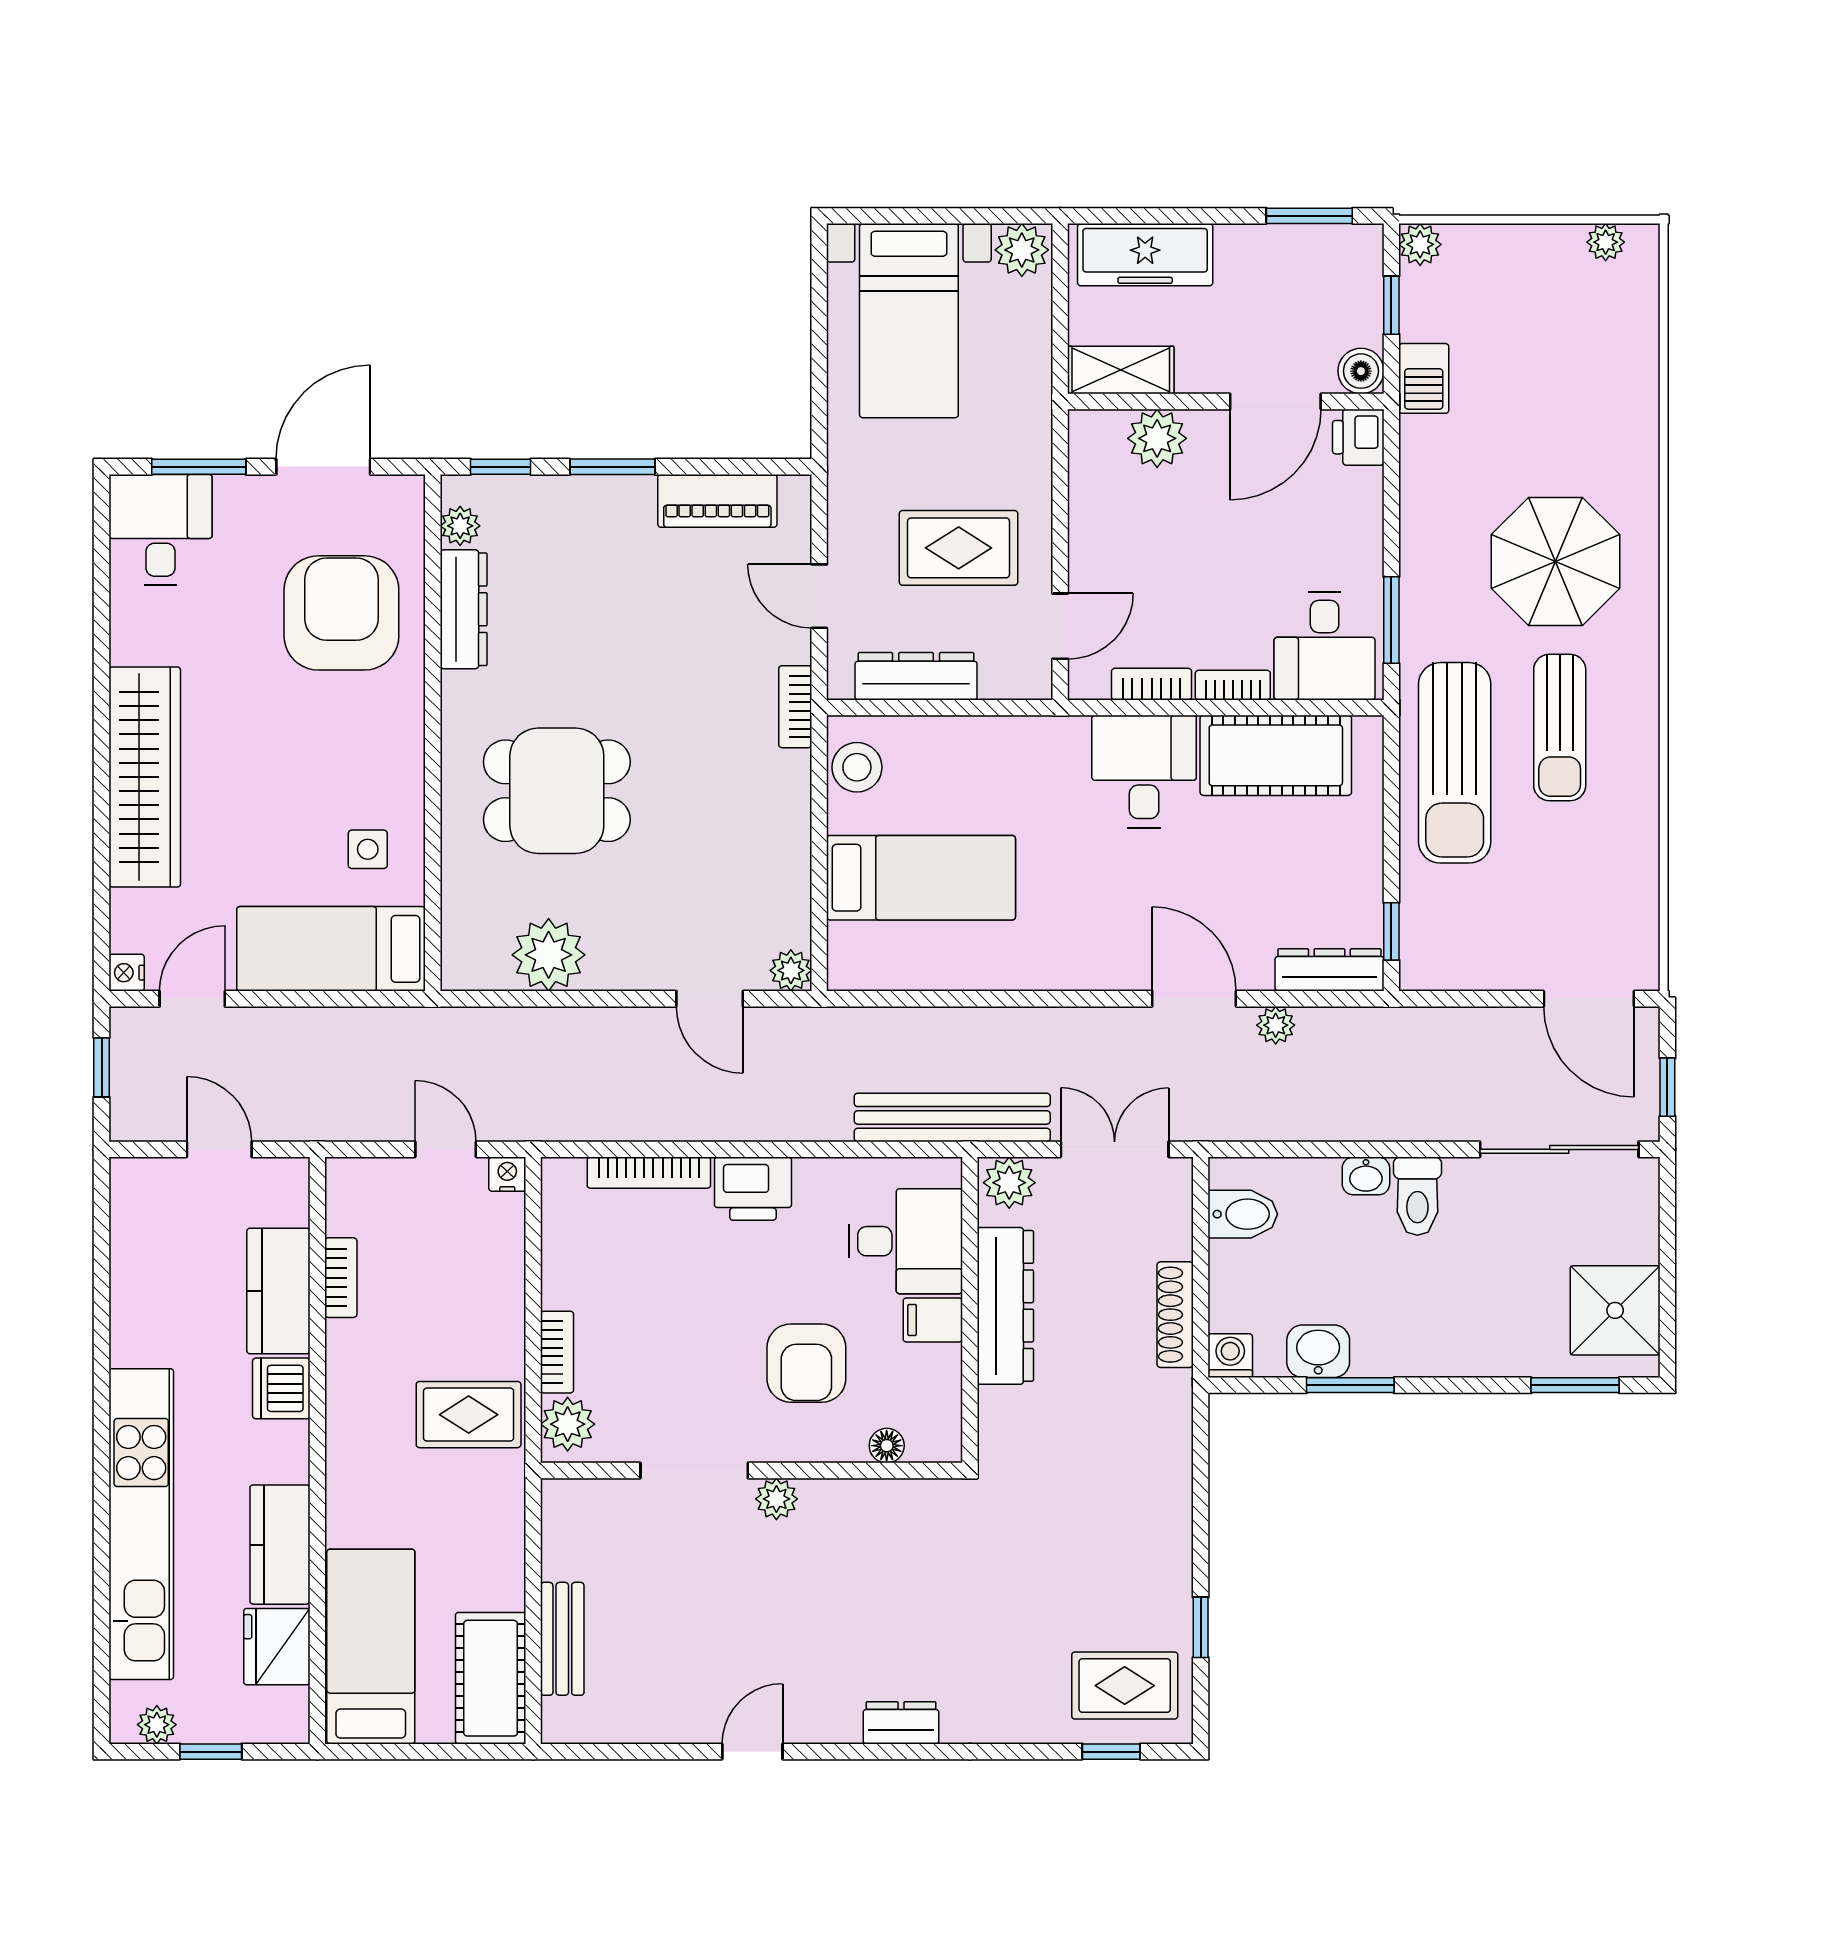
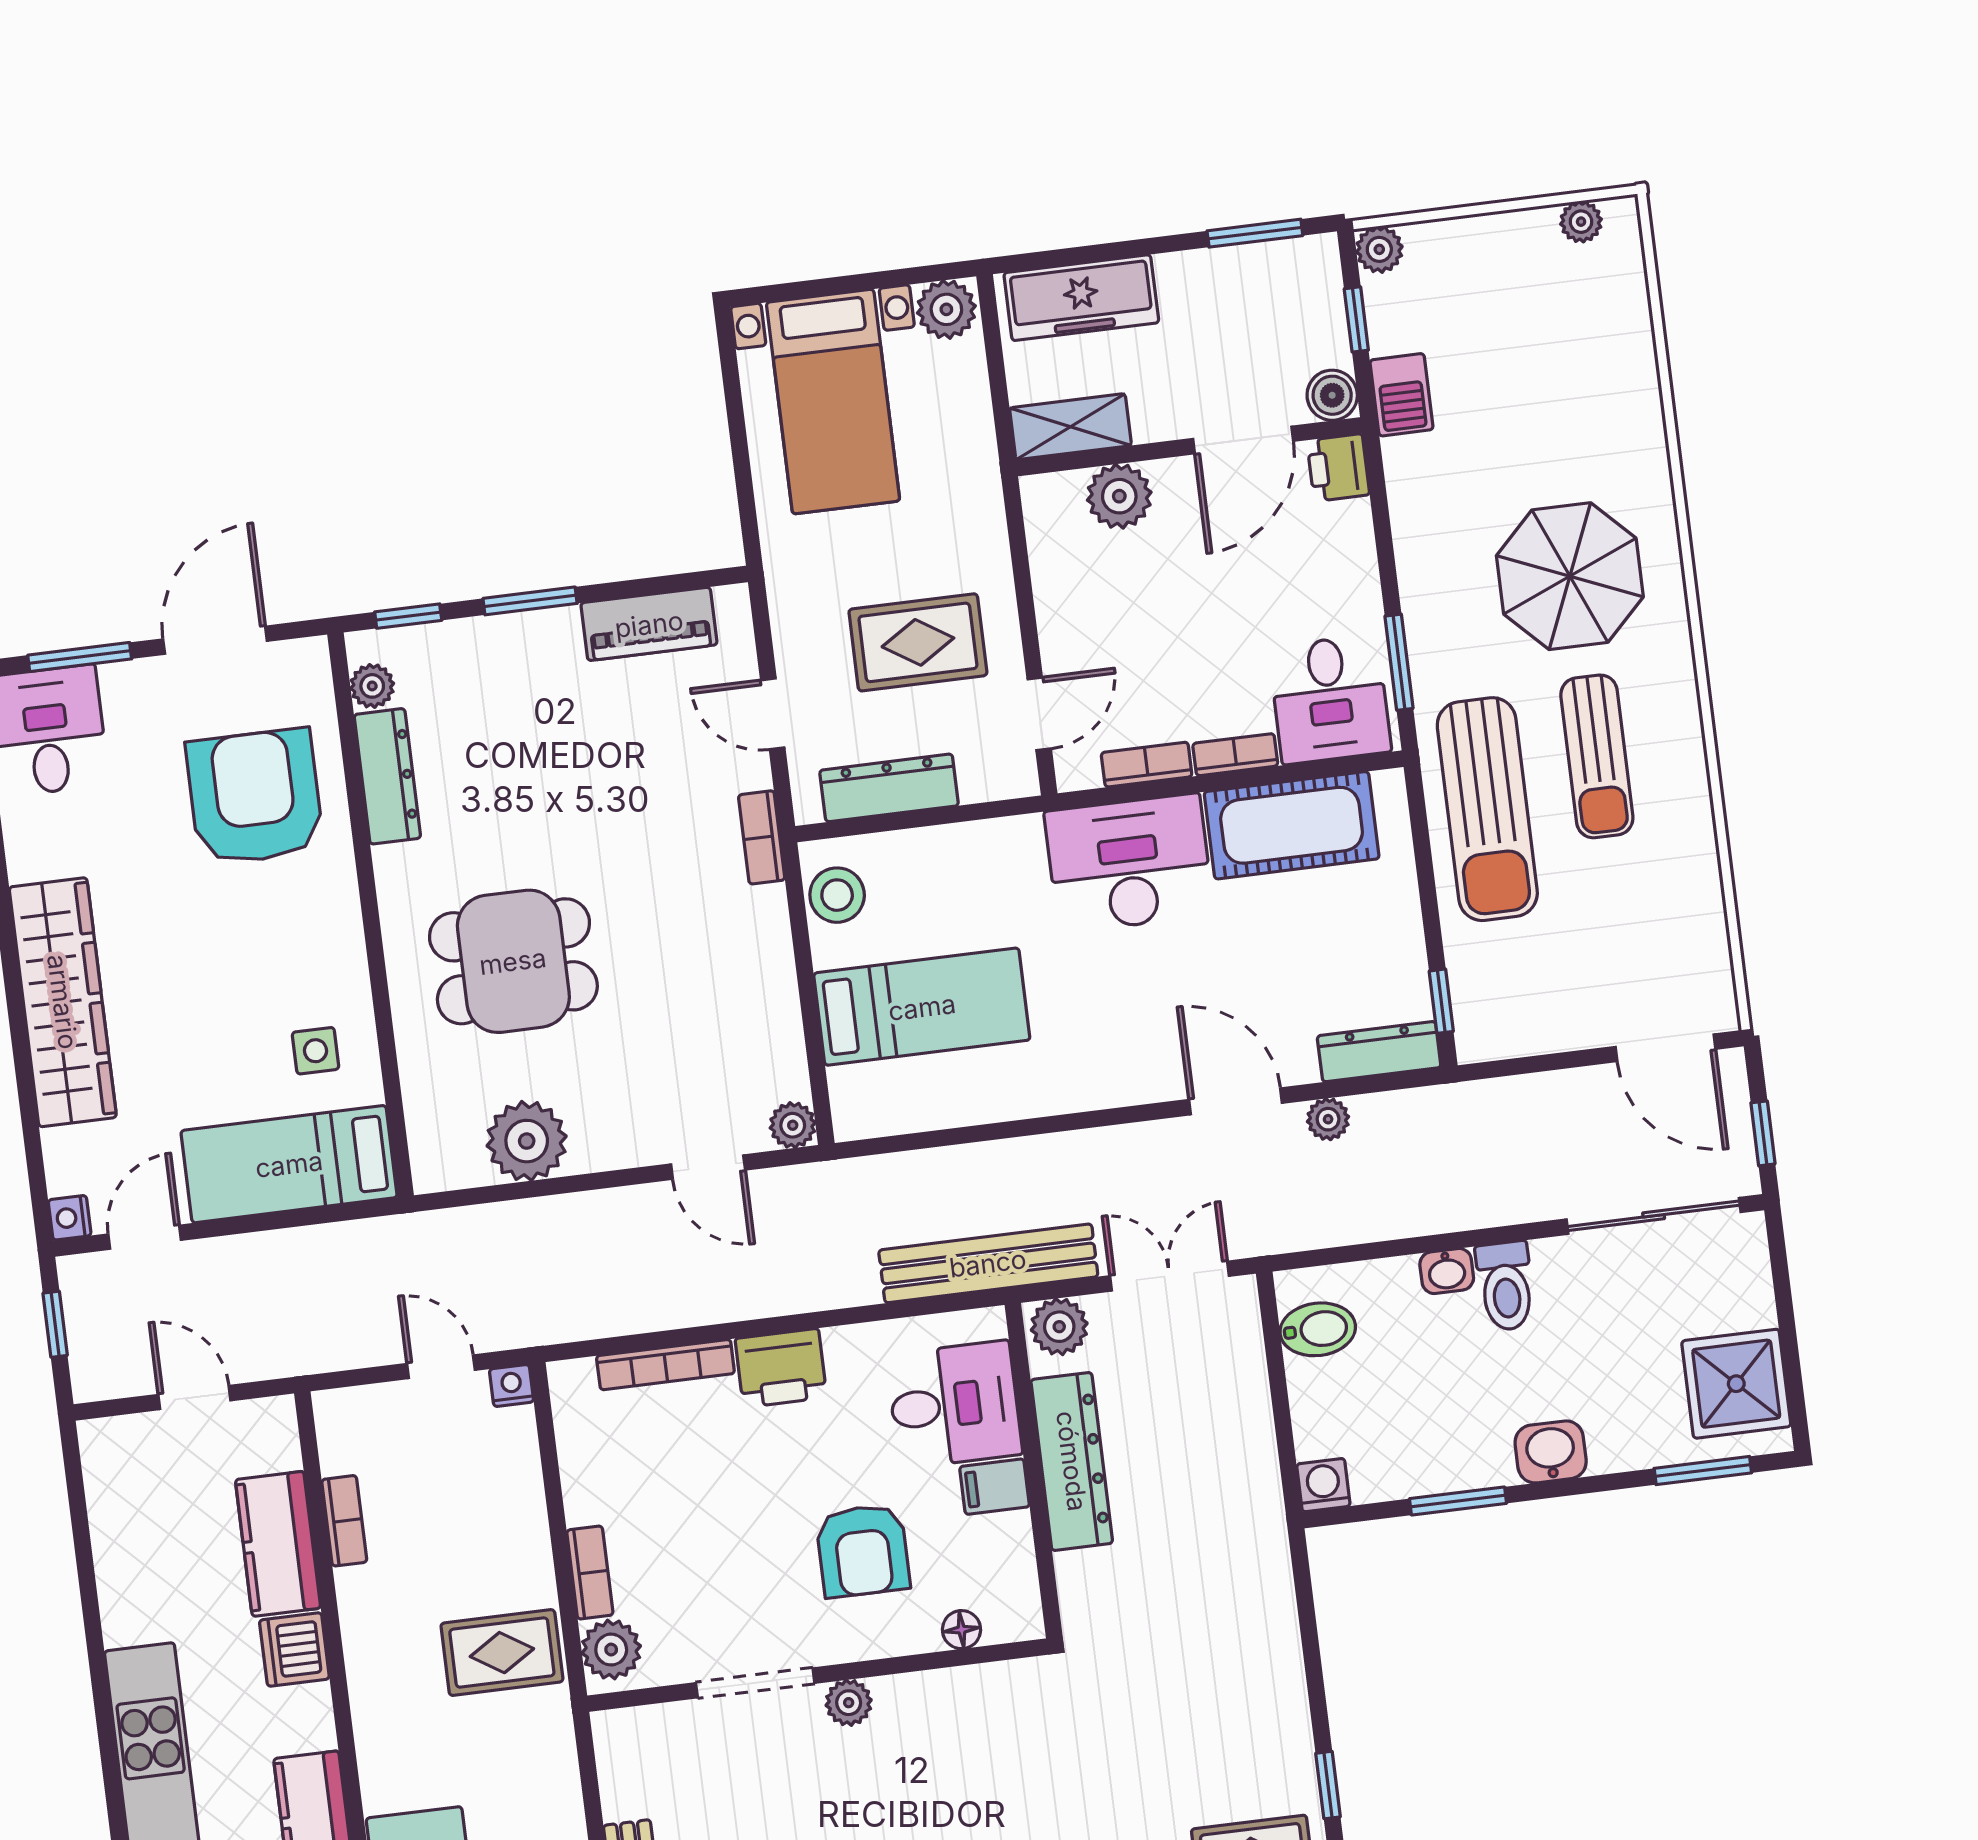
desk: (1144, 771) -> (1129, 863), width x1.37
shoe rack: (1175, 1315) -> (1258, 1448), removed
washbasin: (1318, 1351) -> (1551, 1452), moved

